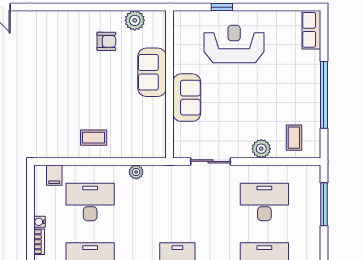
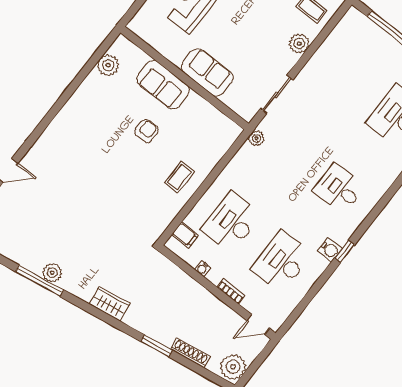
armchair: (106, 41) -> (146, 131), moved
plant: (136, 172) -> (256, 138), moved
desk: (264, 202) -> (346, 76), removed
water cooler: (40, 222) -> (203, 268), moved

